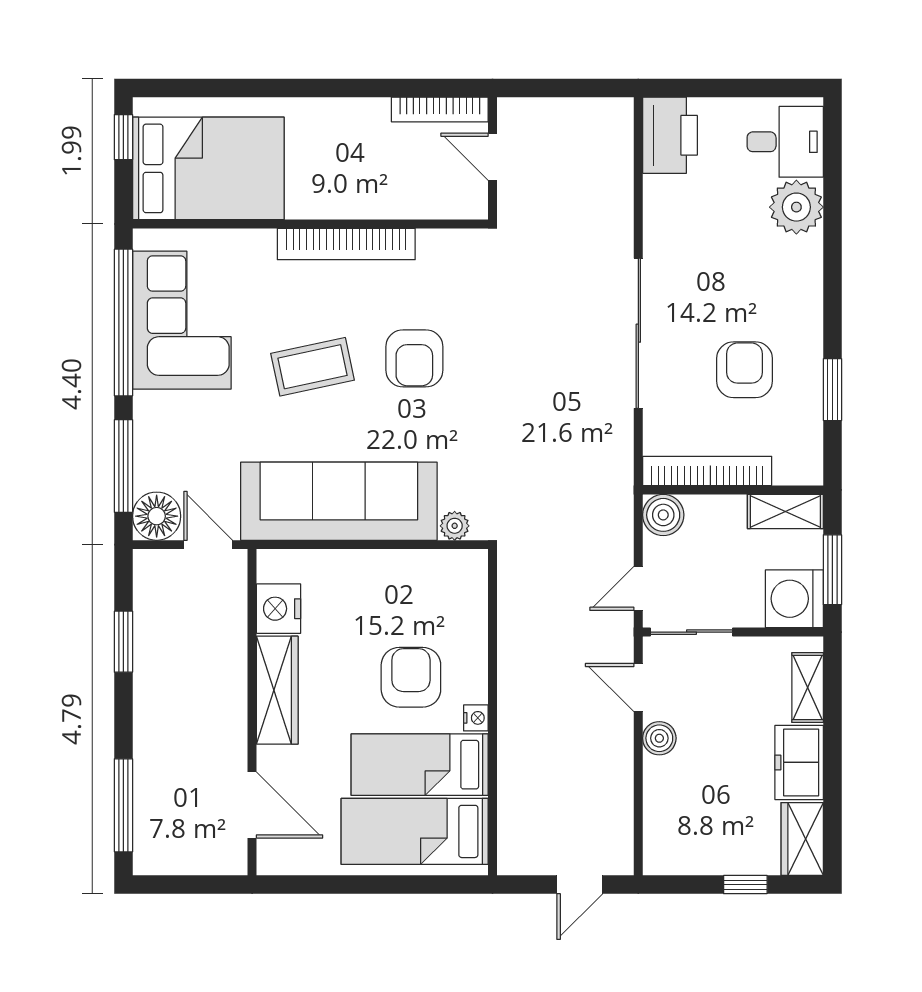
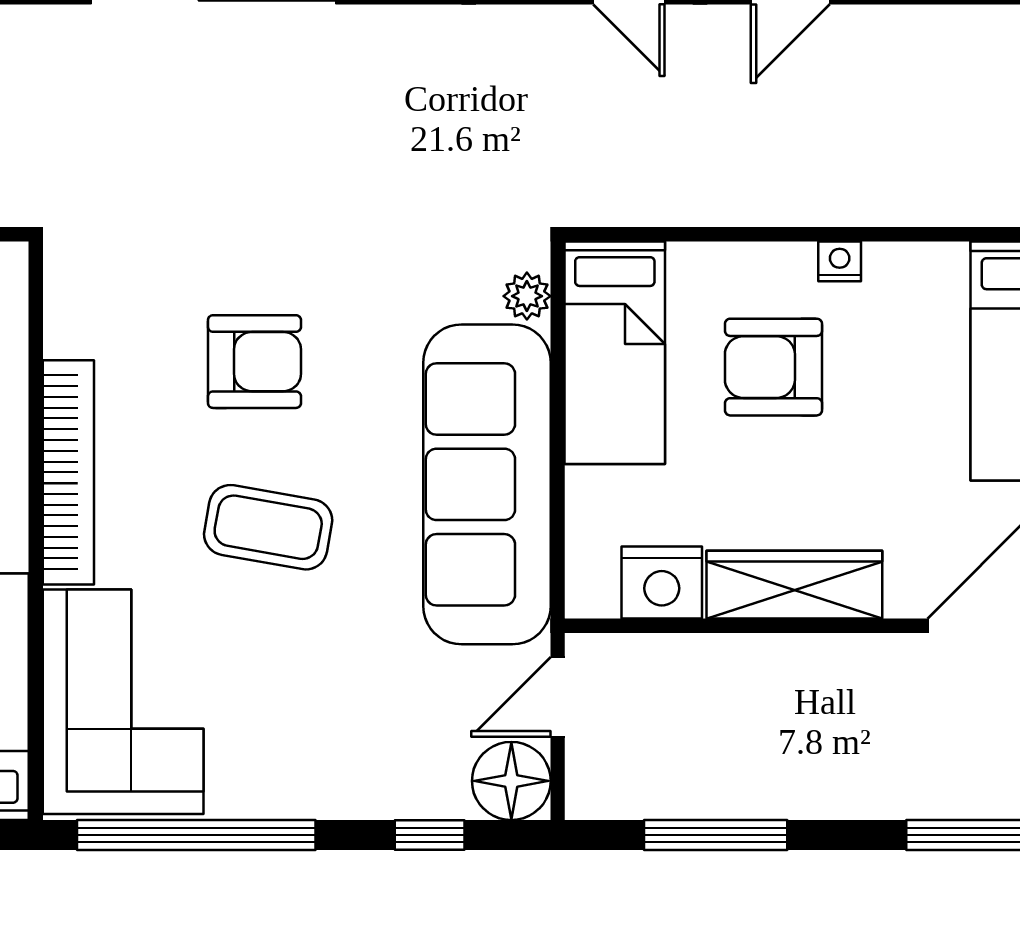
corner sofa: (182, 320) -> (123, 702), moved, turned 90
coffee table: (313, 367) -> (268, 527), turned -68
window: (123, 466) -> (430, 835), width x0.46
window: (123, 642) -> (716, 835), width x1.44
bed: (420, 765) -> (615, 353), moved

